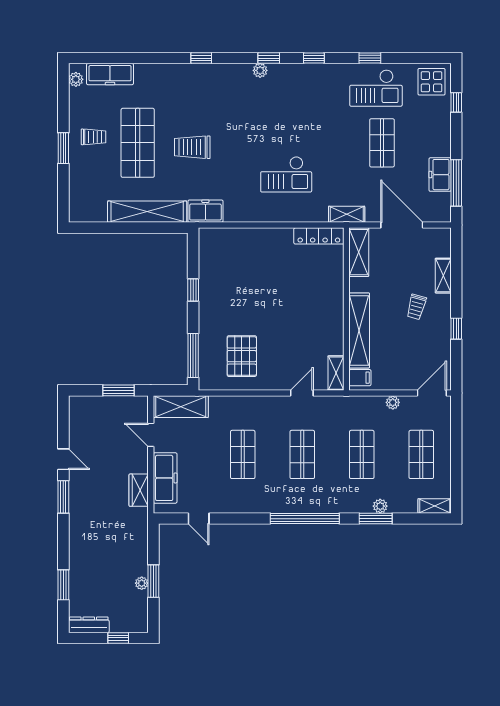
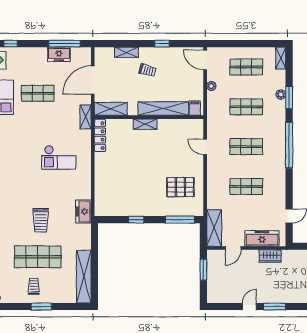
checkout: (286, 174) -> (59, 157), turned 90
shelving: (147, 212) -> (84, 277), moved
shelving: (336, 373) -> (145, 124), moved

